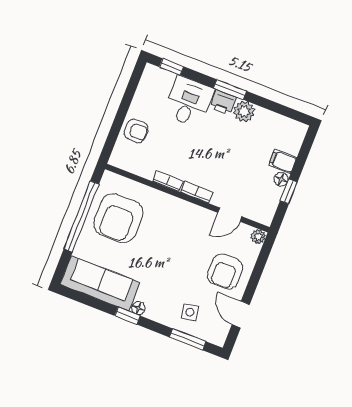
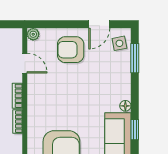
armchair: (225, 272) -> (71, 50), turned 180
side table: (190, 312) -> (119, 43), moved
window: (127, 316) -> (135, 130), moved

